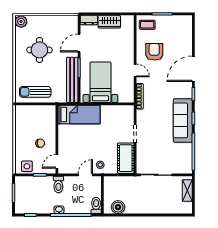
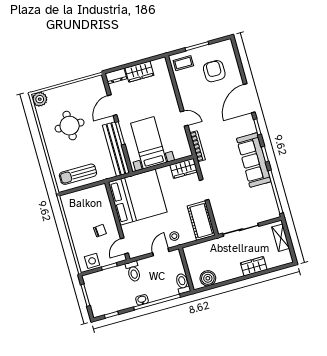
armchair: (154, 52) -> (214, 71), moved
wardrobe: (123, 111) -> (184, 168), added
bed: (79, 115) -> (138, 197), width x2.04
wardrobe: (158, 208) -> (254, 266), added

